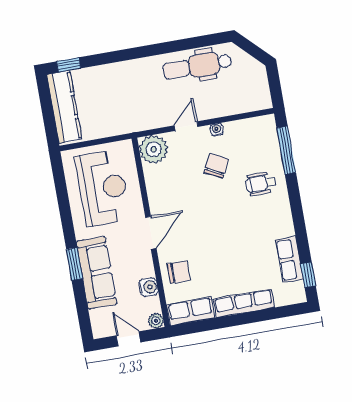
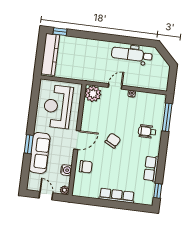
chair: (216, 166) -> (113, 141), moved
reception desk: (103, 188) -> (58, 107), turned 180
row of seats: (289, 259) -> (151, 169), moved
row of seats: (191, 311) -> (86, 191), removed

